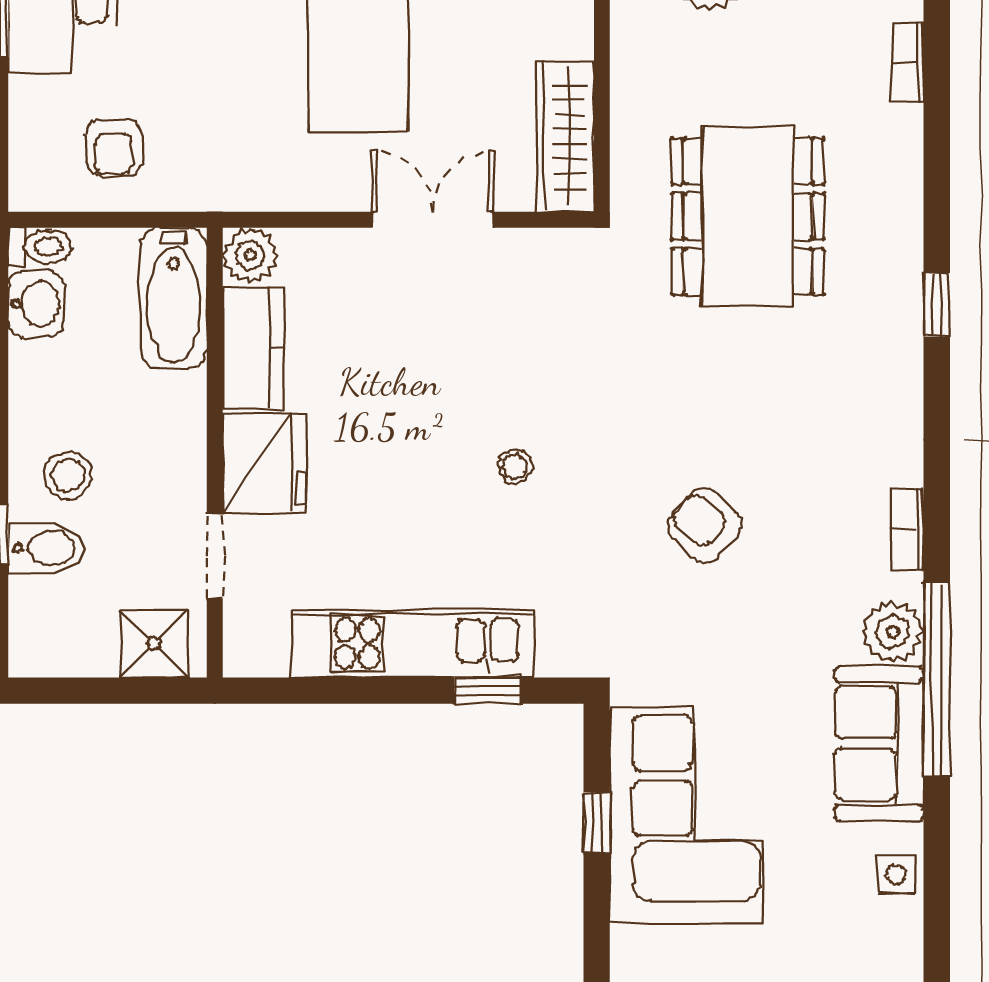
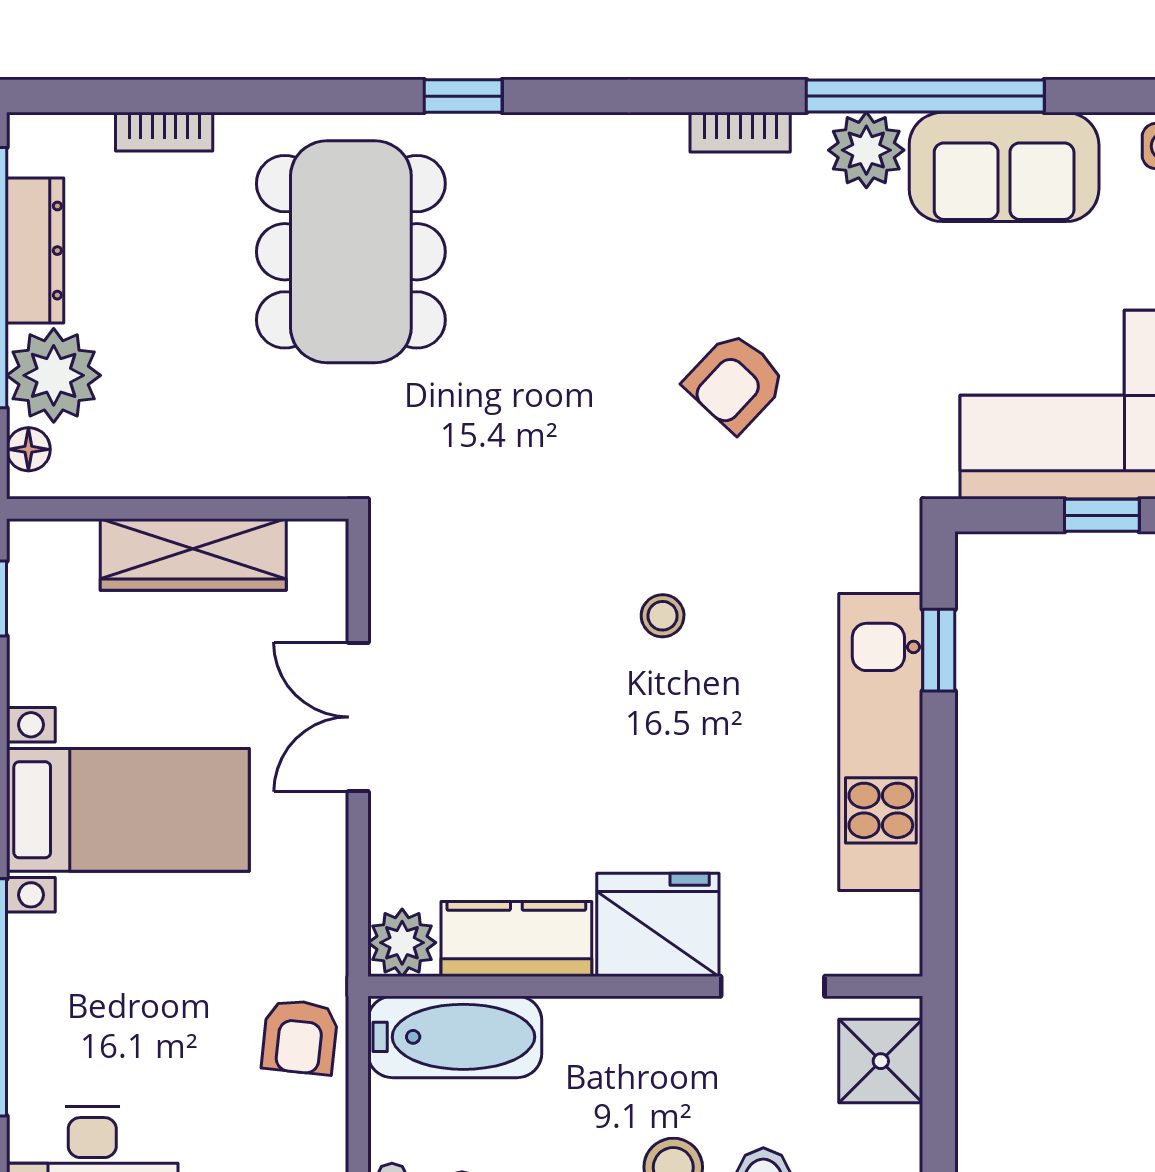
wardrobe: (565, 137) -> (193, 554), moved
armchair: (114, 147) -> (300, 1037), moved, turned 96
dining table: (748, 216) -> (351, 252), moved, turned 90

